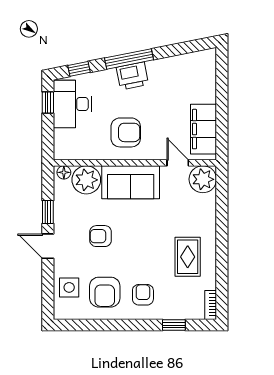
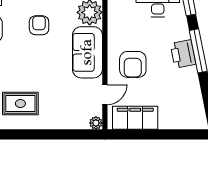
armchair: (126, 132) -> (133, 64), moved
plant: (203, 179) -> (96, 123), width x0.53, depth x0.53

